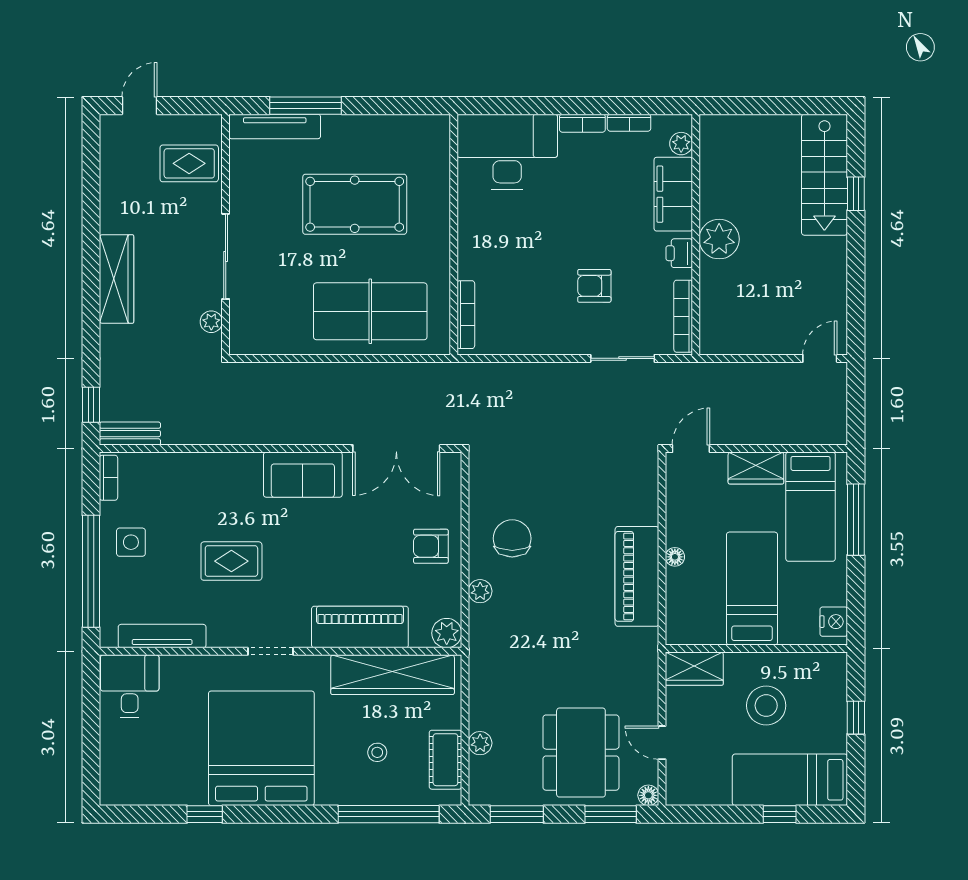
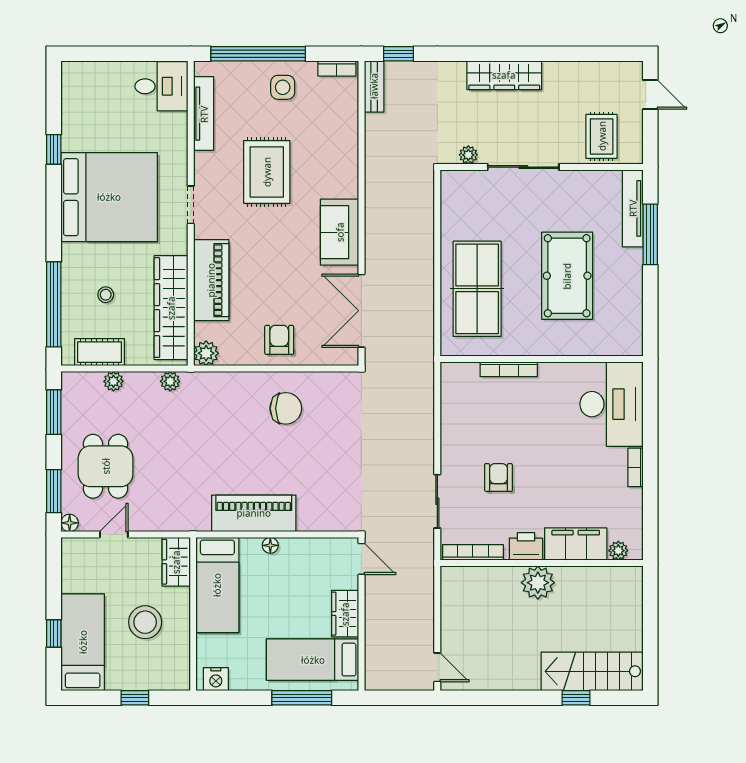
bookcase: (629, 123) -> (636, 507), removed
printer: (679, 253) -> (526, 546), width x1.36, depth x1.24
bookcase: (466, 315) -> (509, 369), moved
rug: (231, 561) -> (267, 172), width x1.36, depth x1.43
bed: (752, 589) -> (217, 585), moved, turned 90
plant: (480, 591) -> (170, 381), moved
dining table: (581, 753) -> (106, 466), width x0.73

